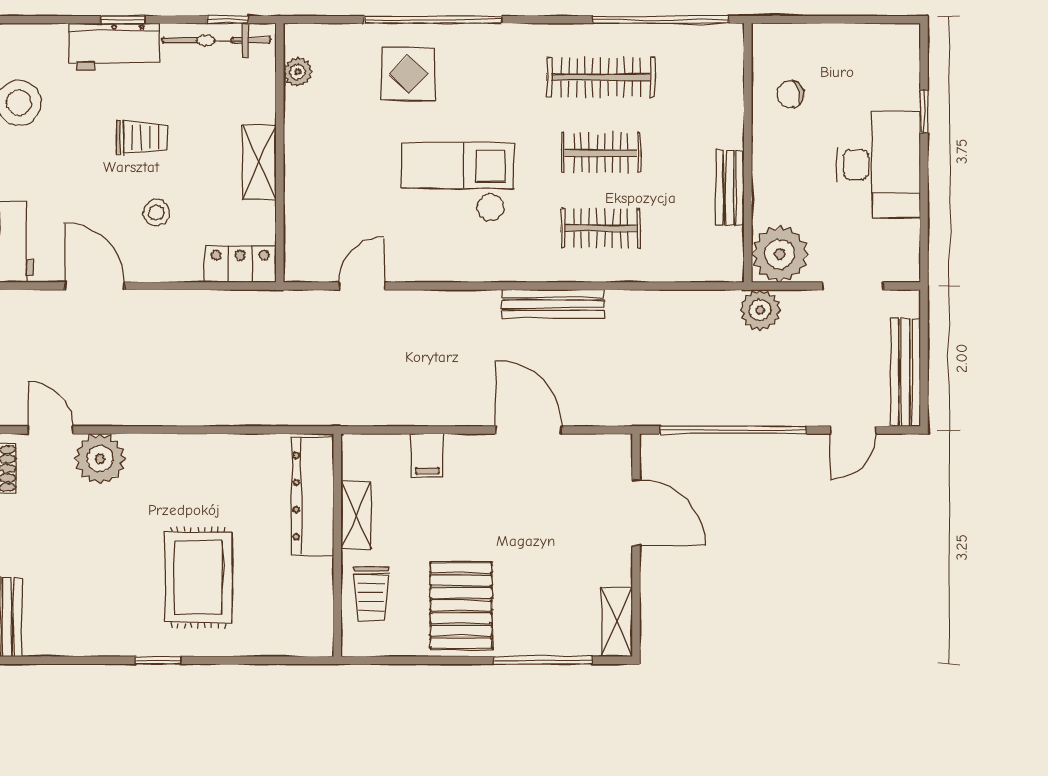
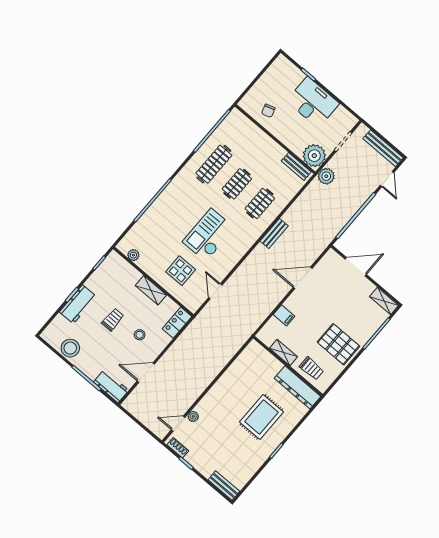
bicycle: (216, 40) -> (103, 272), removed
display table: (408, 74) -> (181, 271), moved
bench: (730, 188) -> (296, 166), moved
bench: (553, 304) -> (274, 233), width x0.73
plant: (100, 459) -> (193, 416), width x0.53, depth x0.53
dresser: (313, 496) -> (298, 387), moved
rug: (198, 577) -> (262, 417), turned 90

